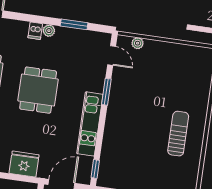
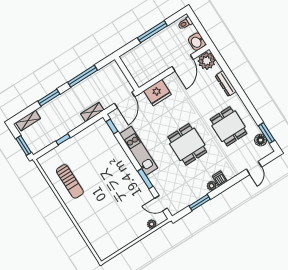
sun lounger: (178, 134) -> (70, 181), moved

